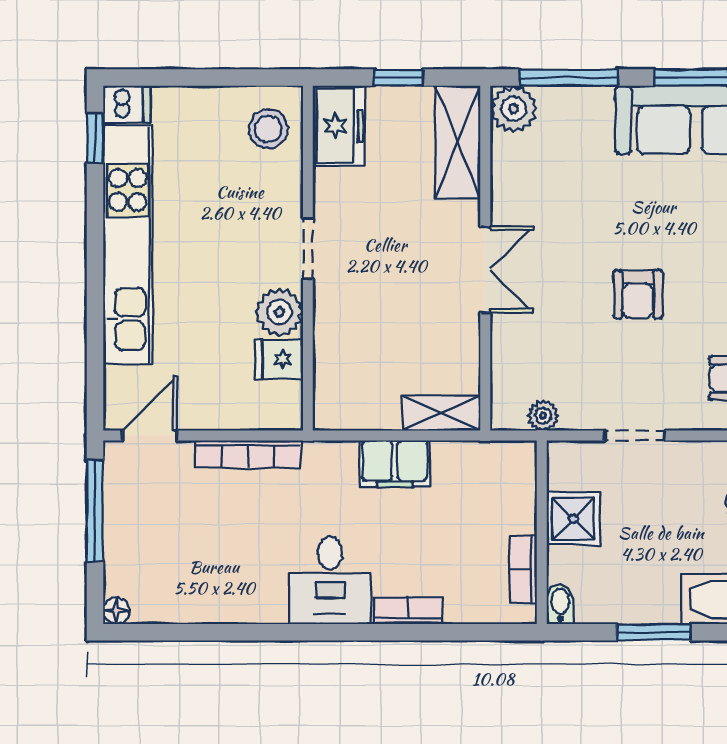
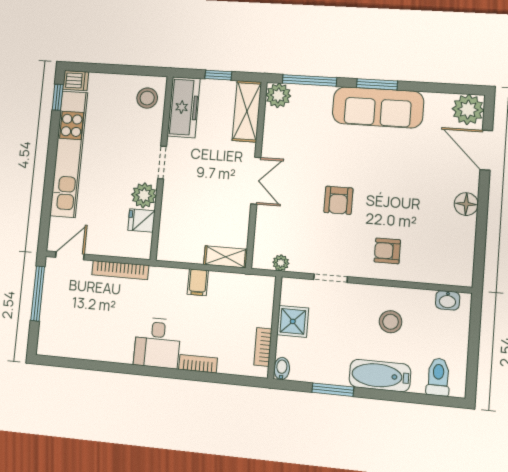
freezer: (339, 126) -> (184, 107), width x1.40
filing cabinet: (395, 464) -> (198, 282), width x0.50
floor lamp: (116, 611) -> (43, 348), removed

